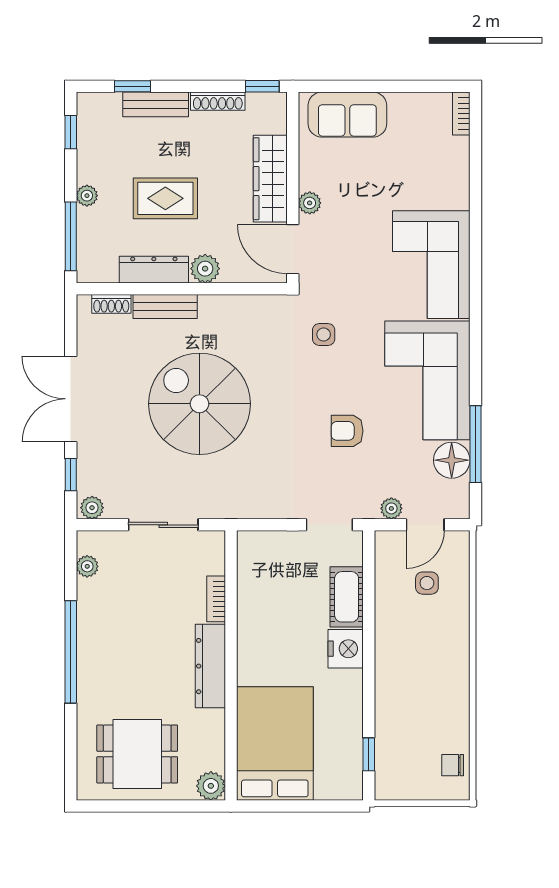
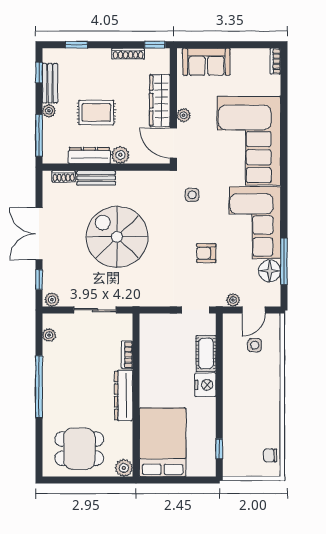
bench: (156, 104) -> (50, 83), moved, turned 90
corner sofa: (431, 265) -> (249, 141), width x1.36, depth x1.36

